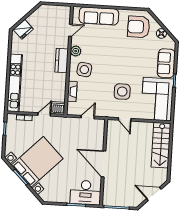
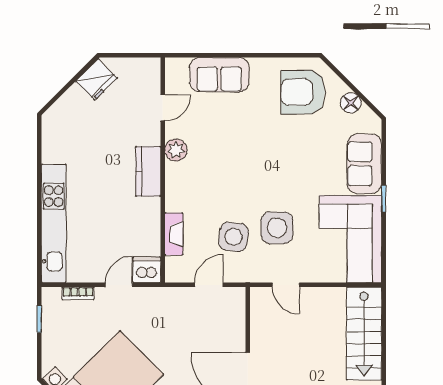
sofa: (99, 16) -> (219, 75), width x0.73
fridge: (23, 29) -> (96, 80), moved
side table: (84, 70) -> (234, 237), moved

